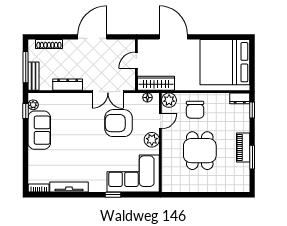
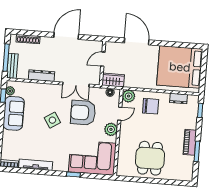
wardrobe: (156, 83) -> (113, 80), width x0.67
dresser: (240, 98) -> (178, 98), moved
chair: (195, 110) -> (151, 106), turned -90
side table: (84, 134) -> (52, 120), added
dining table: (200, 151) -> (150, 158), moved

